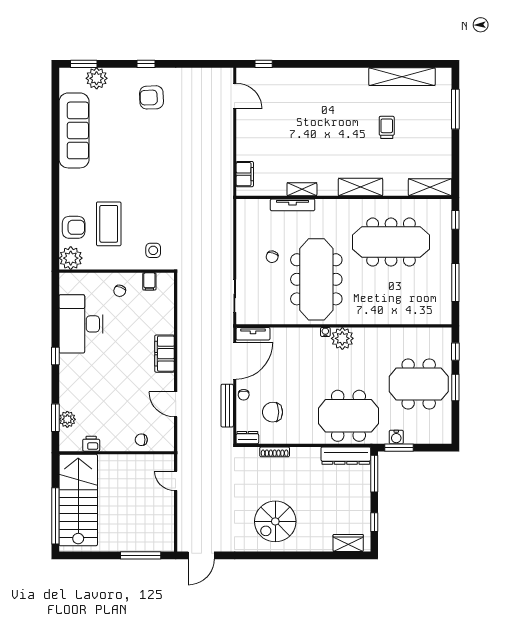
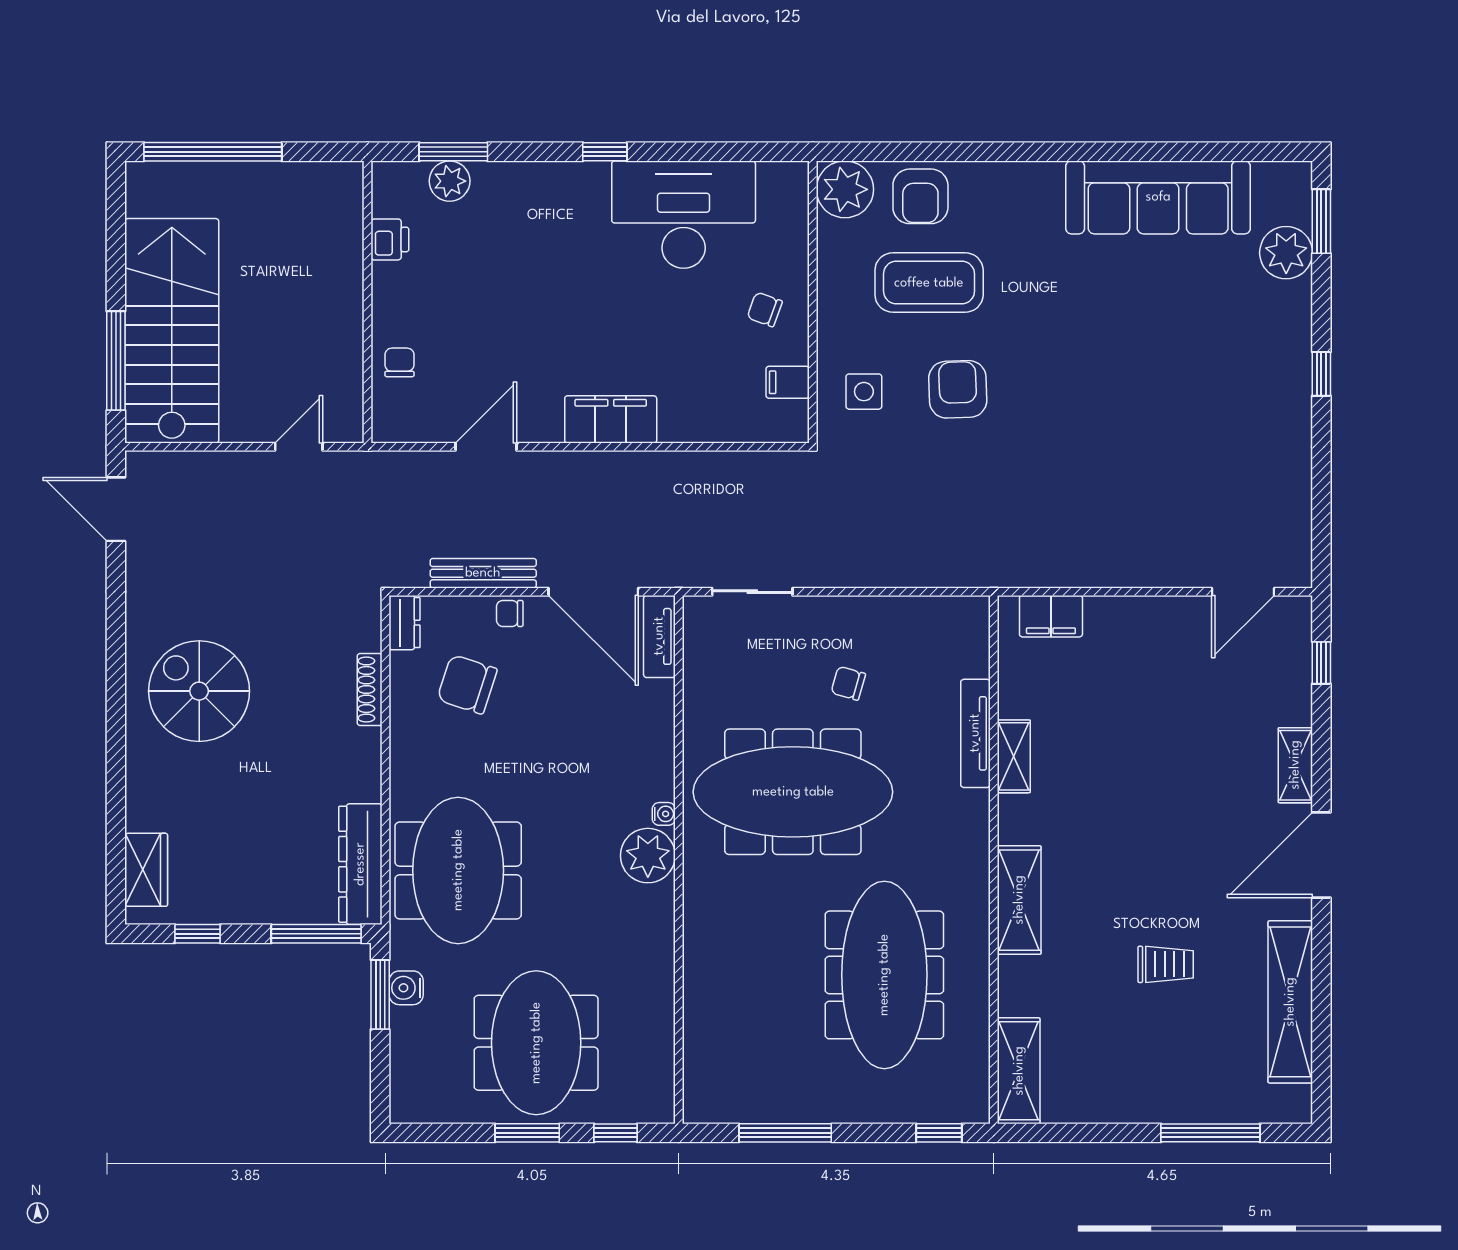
door: (342, 64) -> (1321, 855), added
shelving: (306, 74) -> (1295, 765), added
armchair: (152, 97) -> (958, 389), moved
chair: (273, 412) -> (467, 684), turned -72
stairs: (78, 500) -> (172, 331), moved, turned -90

